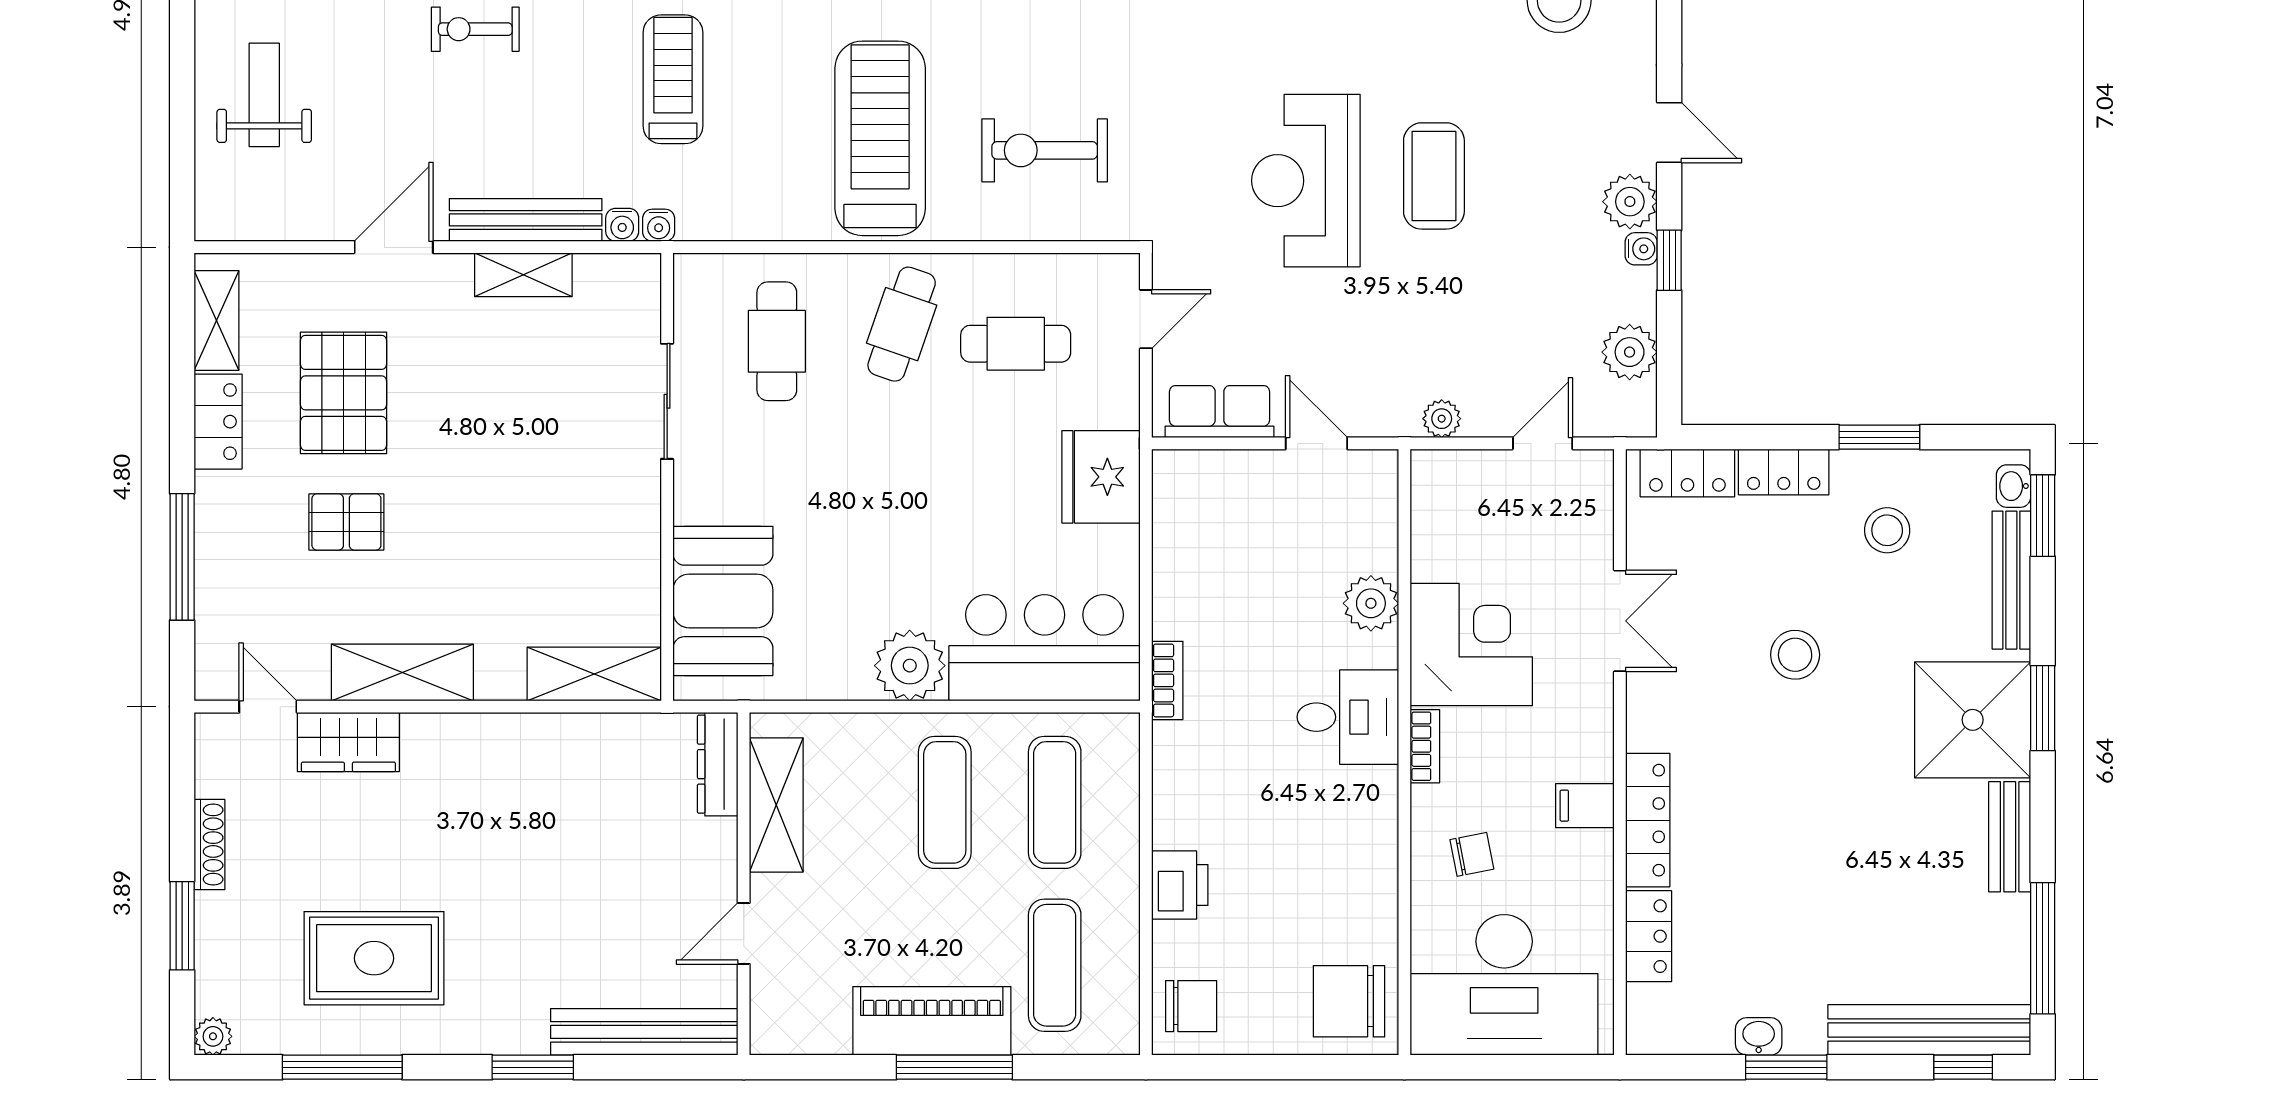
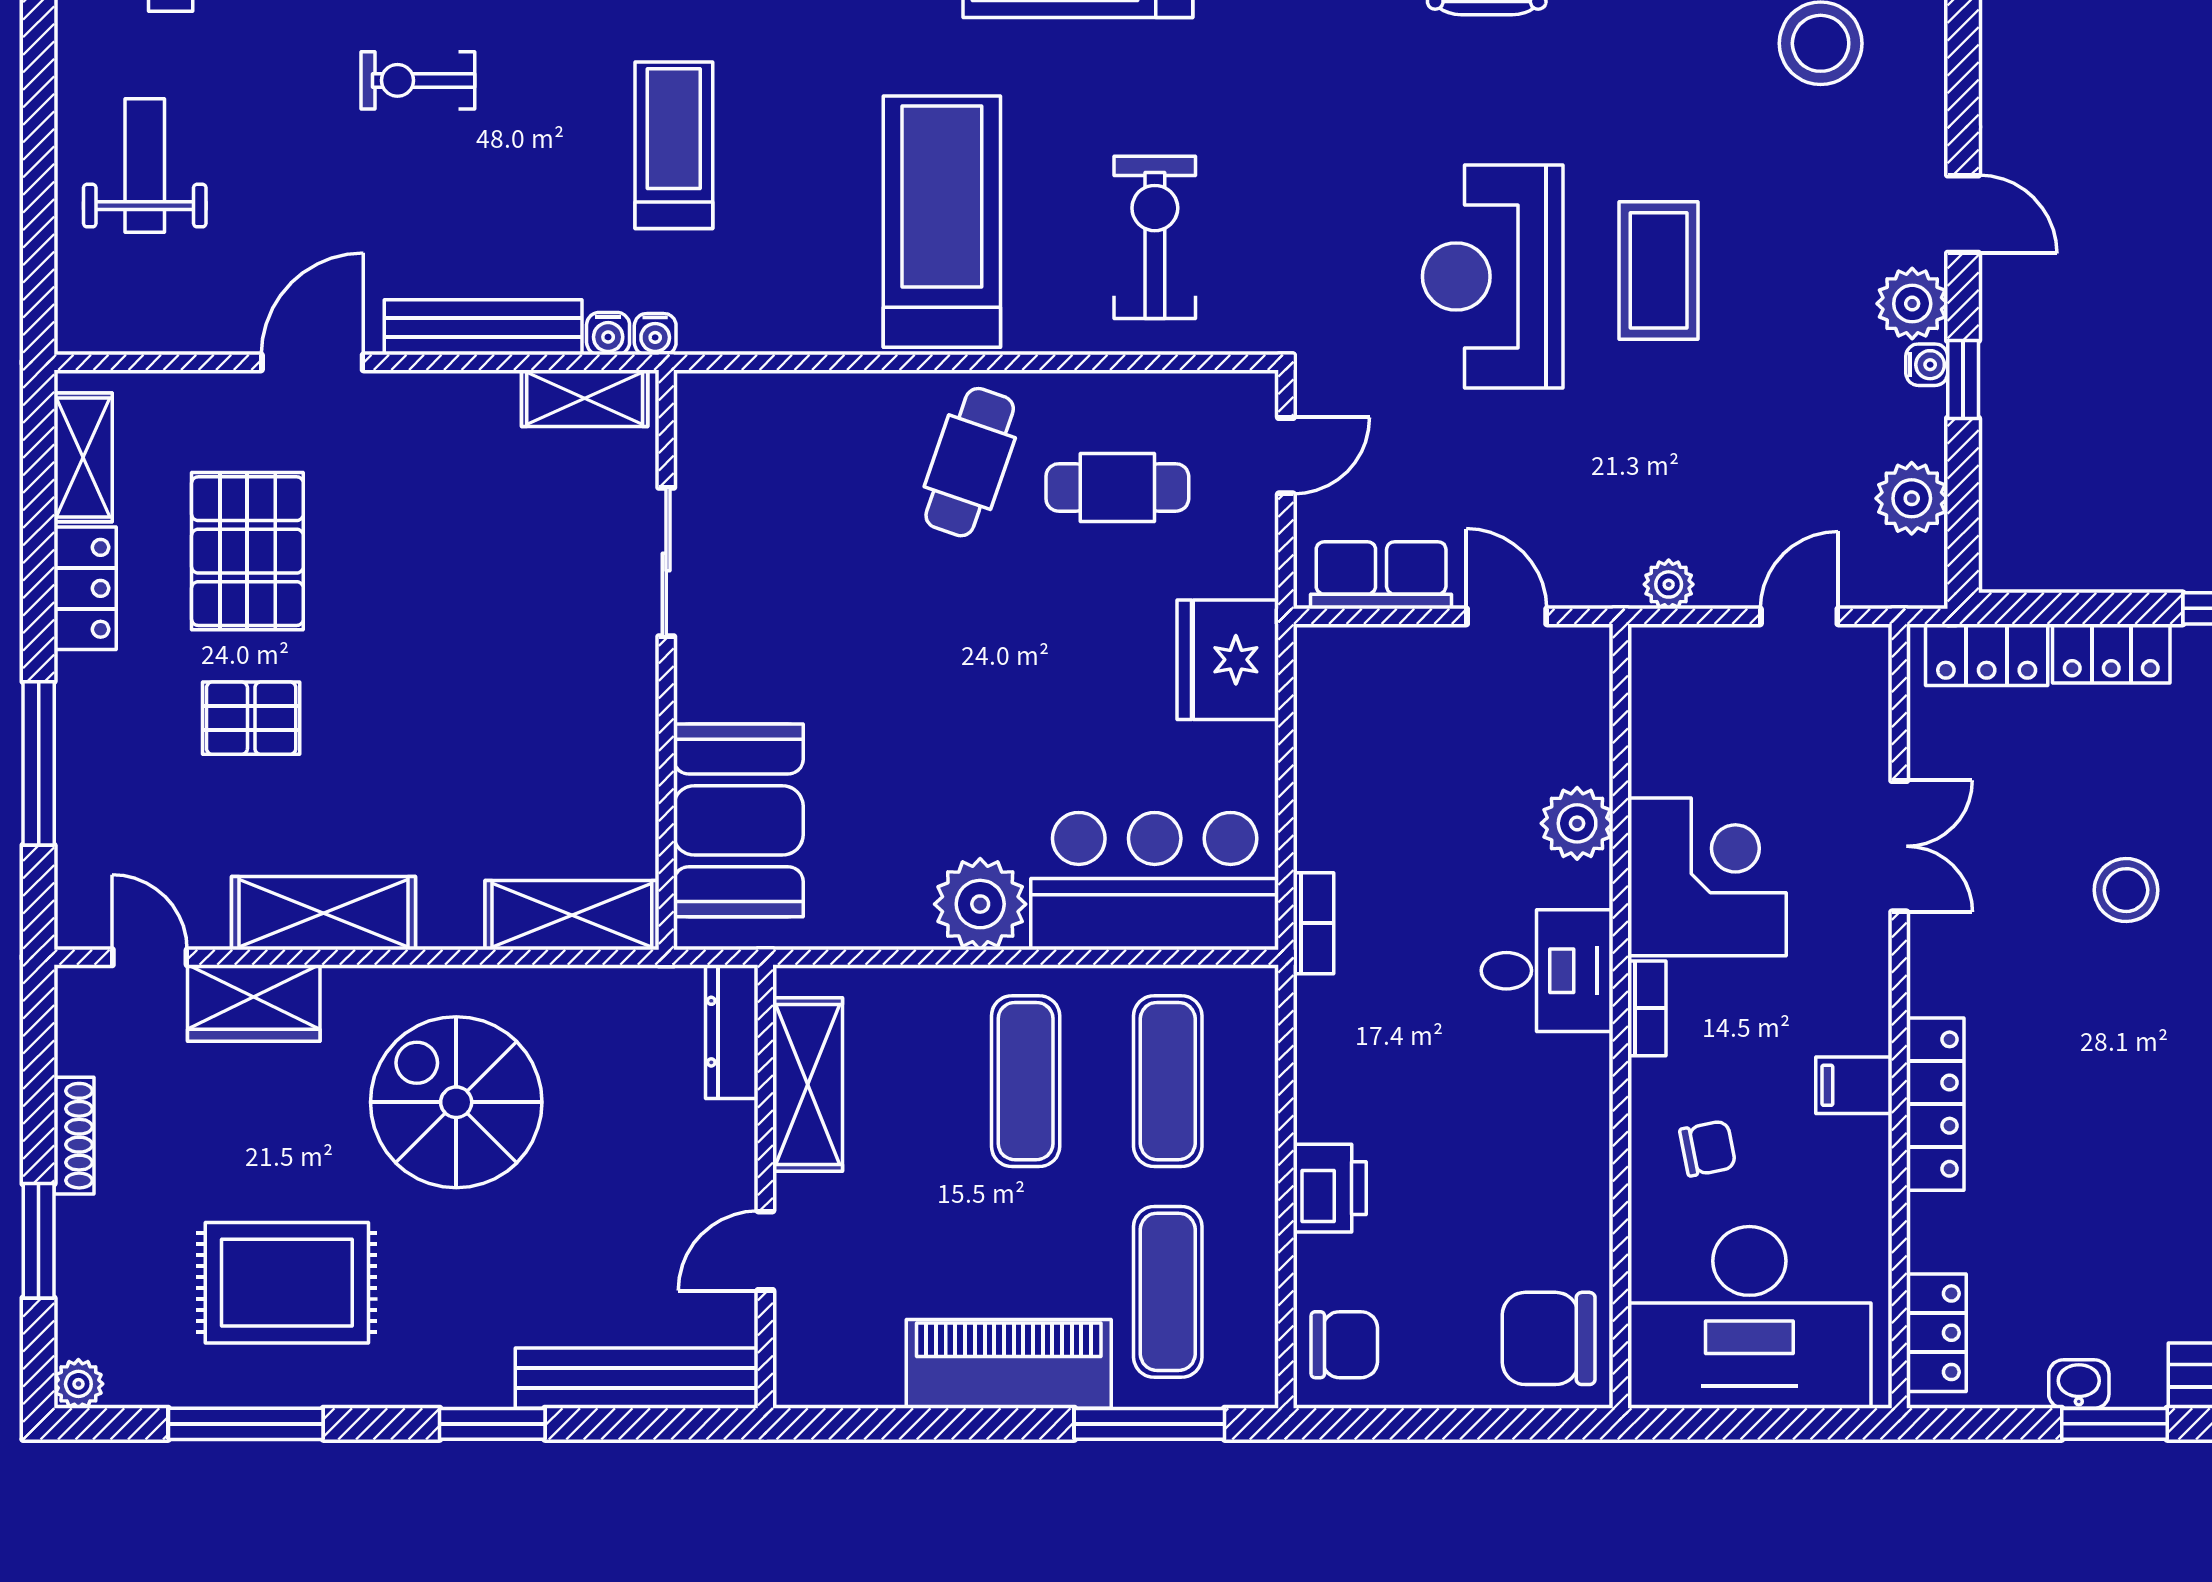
exercise bike: (1045, 150) -> (1155, 237), turned 90
shelving: (523, 275) -> (585, 398), moved
cafe table: (777, 341) -> (808, 484), removed
spiral stairs: (505, 819) -> (456, 1102), added
locker: (1649, 936) -> (1936, 1333), moved
window: (954, 1067) -> (1149, 1424), moved

